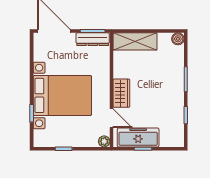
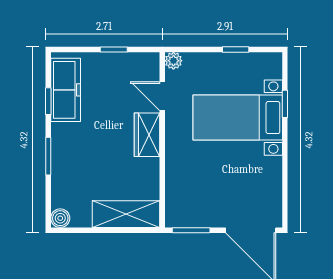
dresser: (93, 39) -> (191, 218), removed
bed with nightstands: (62, 95) -> (238, 118), width x0.73
freezer: (138, 137) -> (66, 90), moved, turned -90

